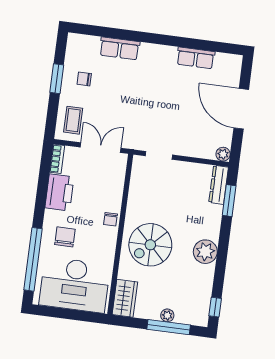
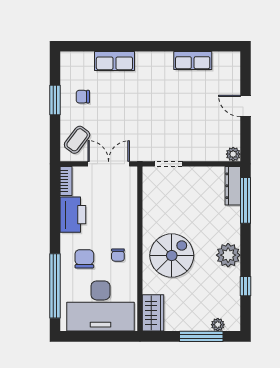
door: (241, 109) -> (245, 106), width x0.53
coffee table: (73, 120) -> (77, 140), turned 37
window: (229, 201) -> (245, 200), width x1.44
chair: (110, 219) -> (118, 255), moved
spiral stairs: (150, 245) -> (172, 256), turned 180
window: (215, 307) -> (245, 286), moved
plant: (167, 315) -> (218, 325), moved

